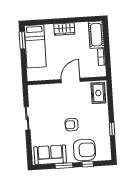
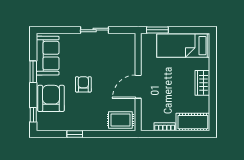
window: (22, 40) -> (157, 30), moved
door: (71, 81) -> (138, 87), swing flipped
armchair: (84, 150) -> (51, 98), turned 180
window: (88, 164) -> (33, 115), moved

